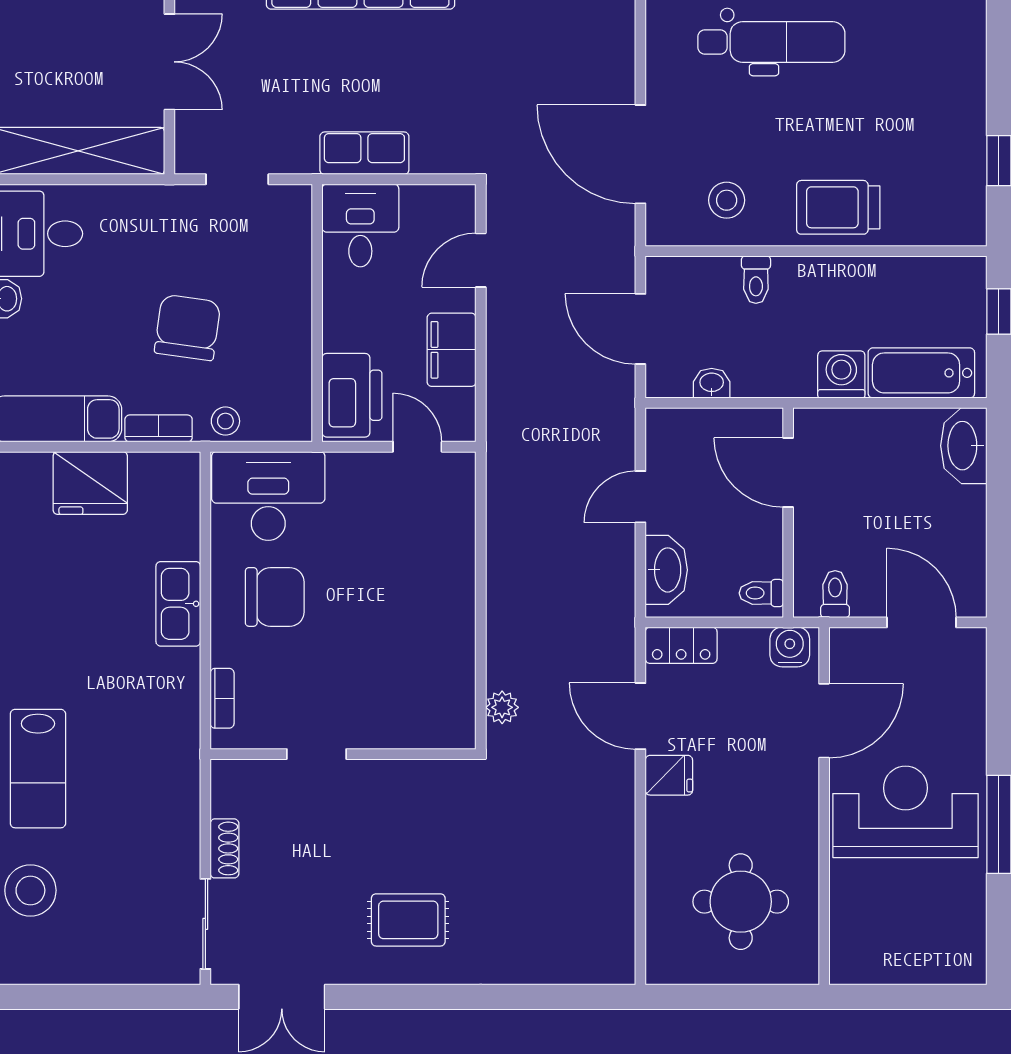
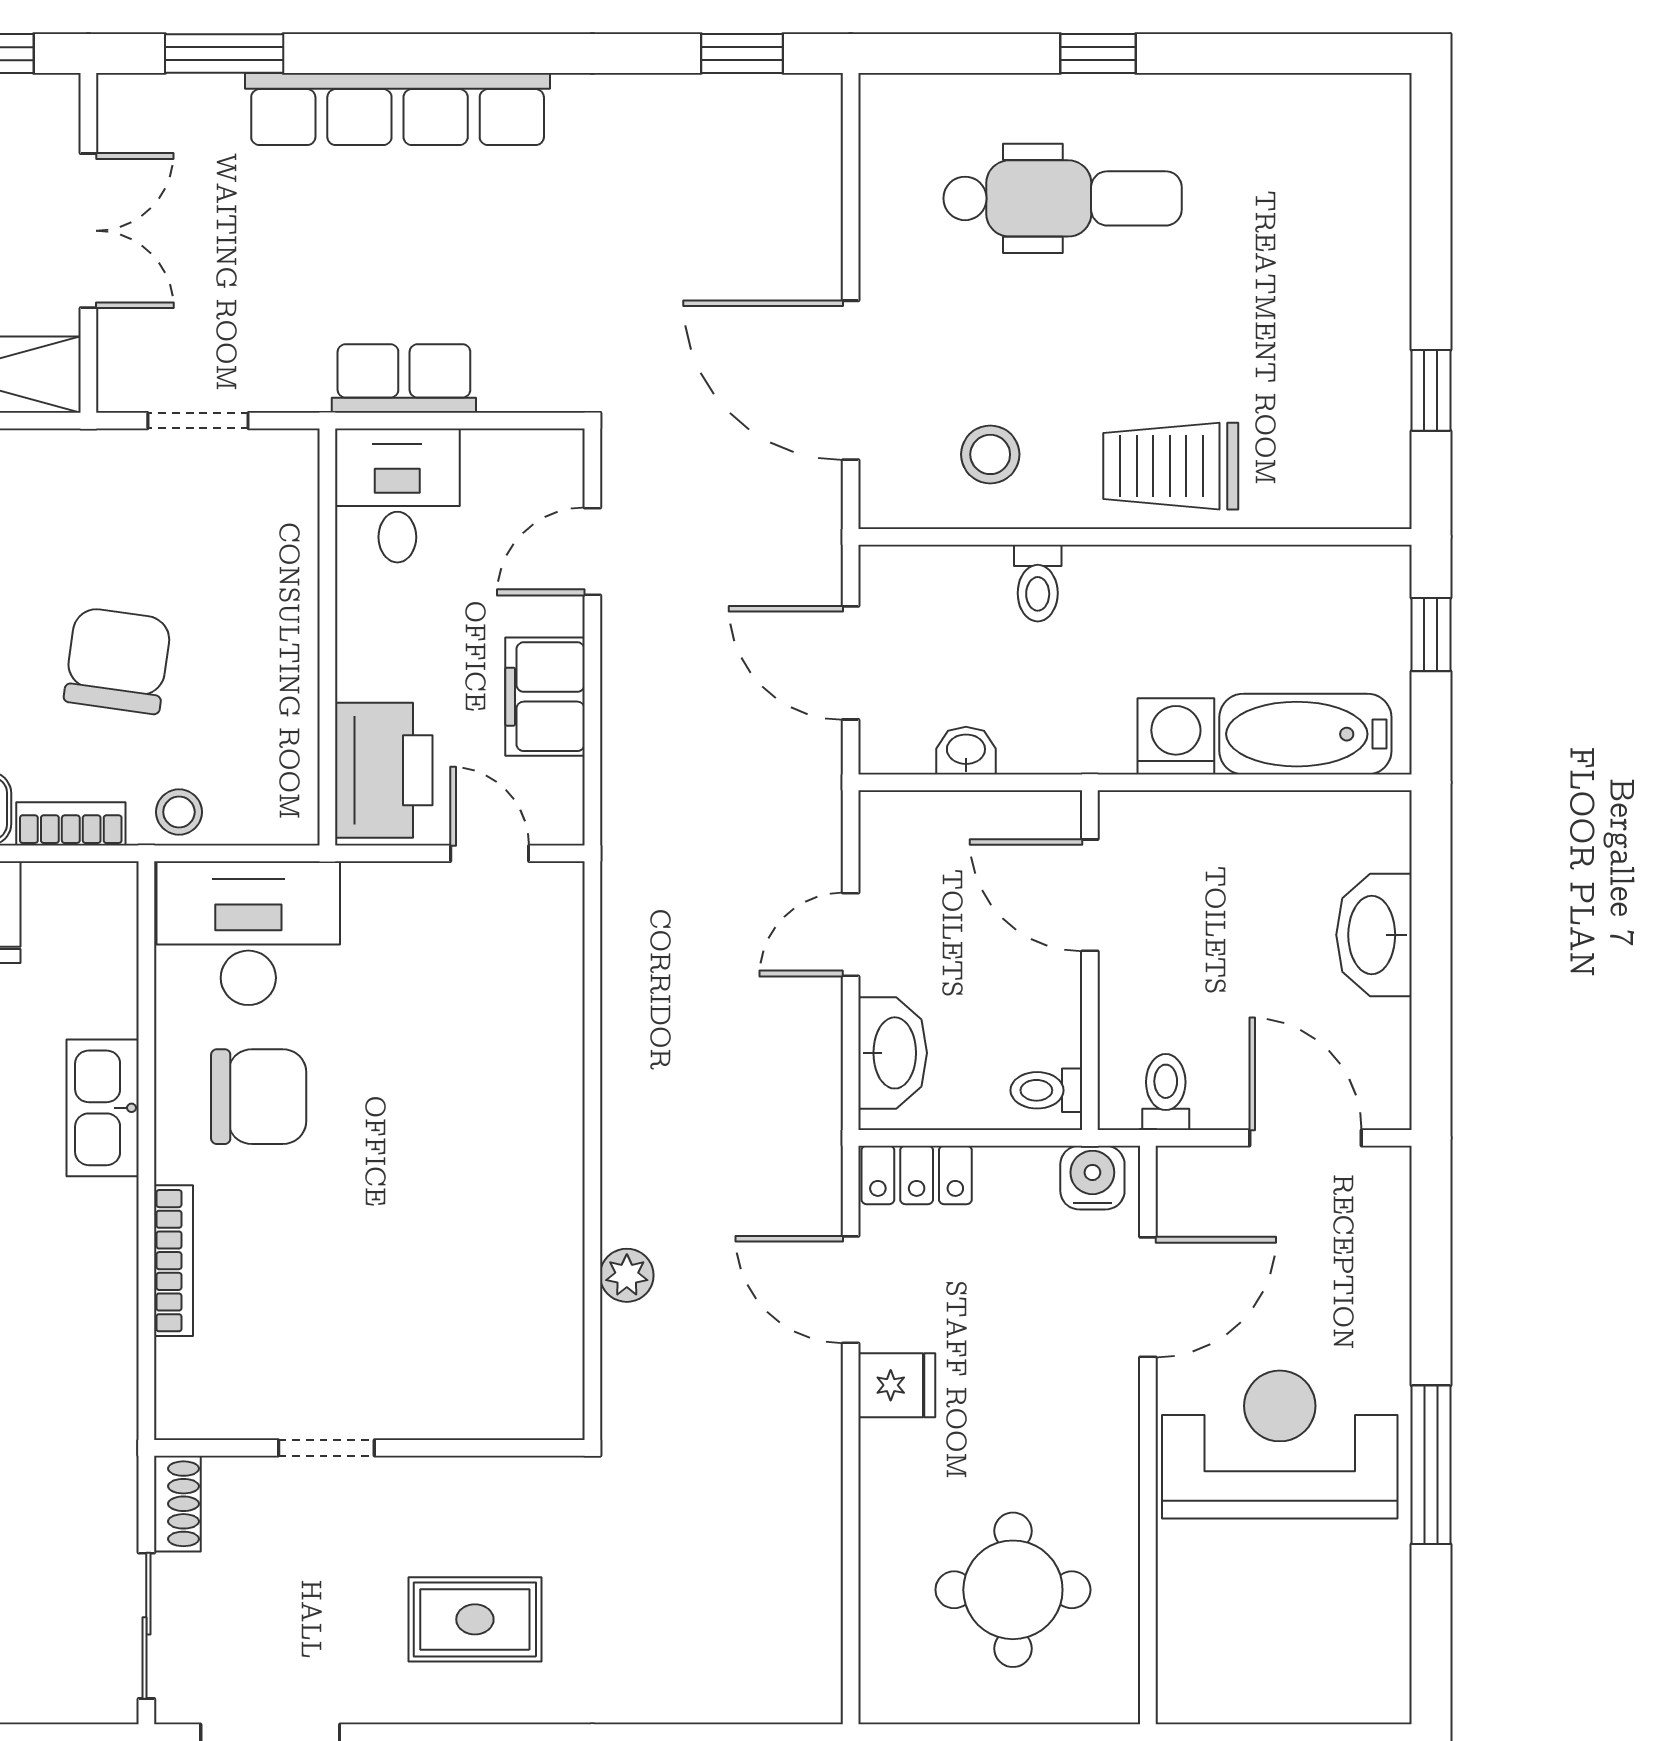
washbasin: (964, 446) -> (1374, 935), moved
bookcase: (222, 698) -> (174, 1261), width x1.56
doorway: (316, 754) -> (326, 1448), moved
wall: (343, 754) -> (369, 1448), moved

